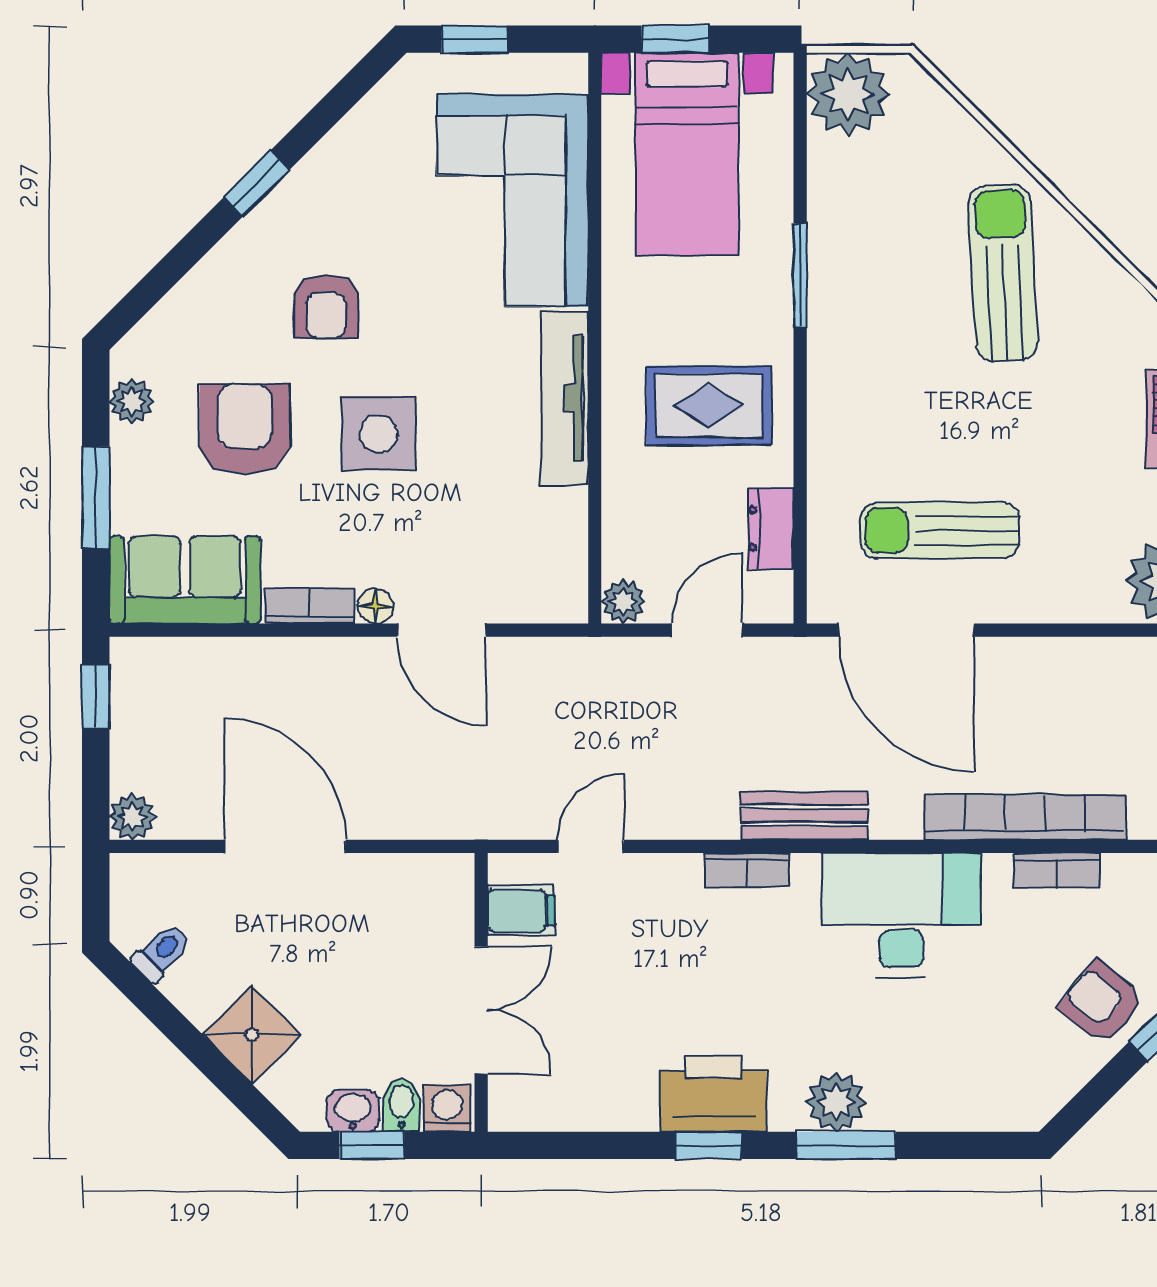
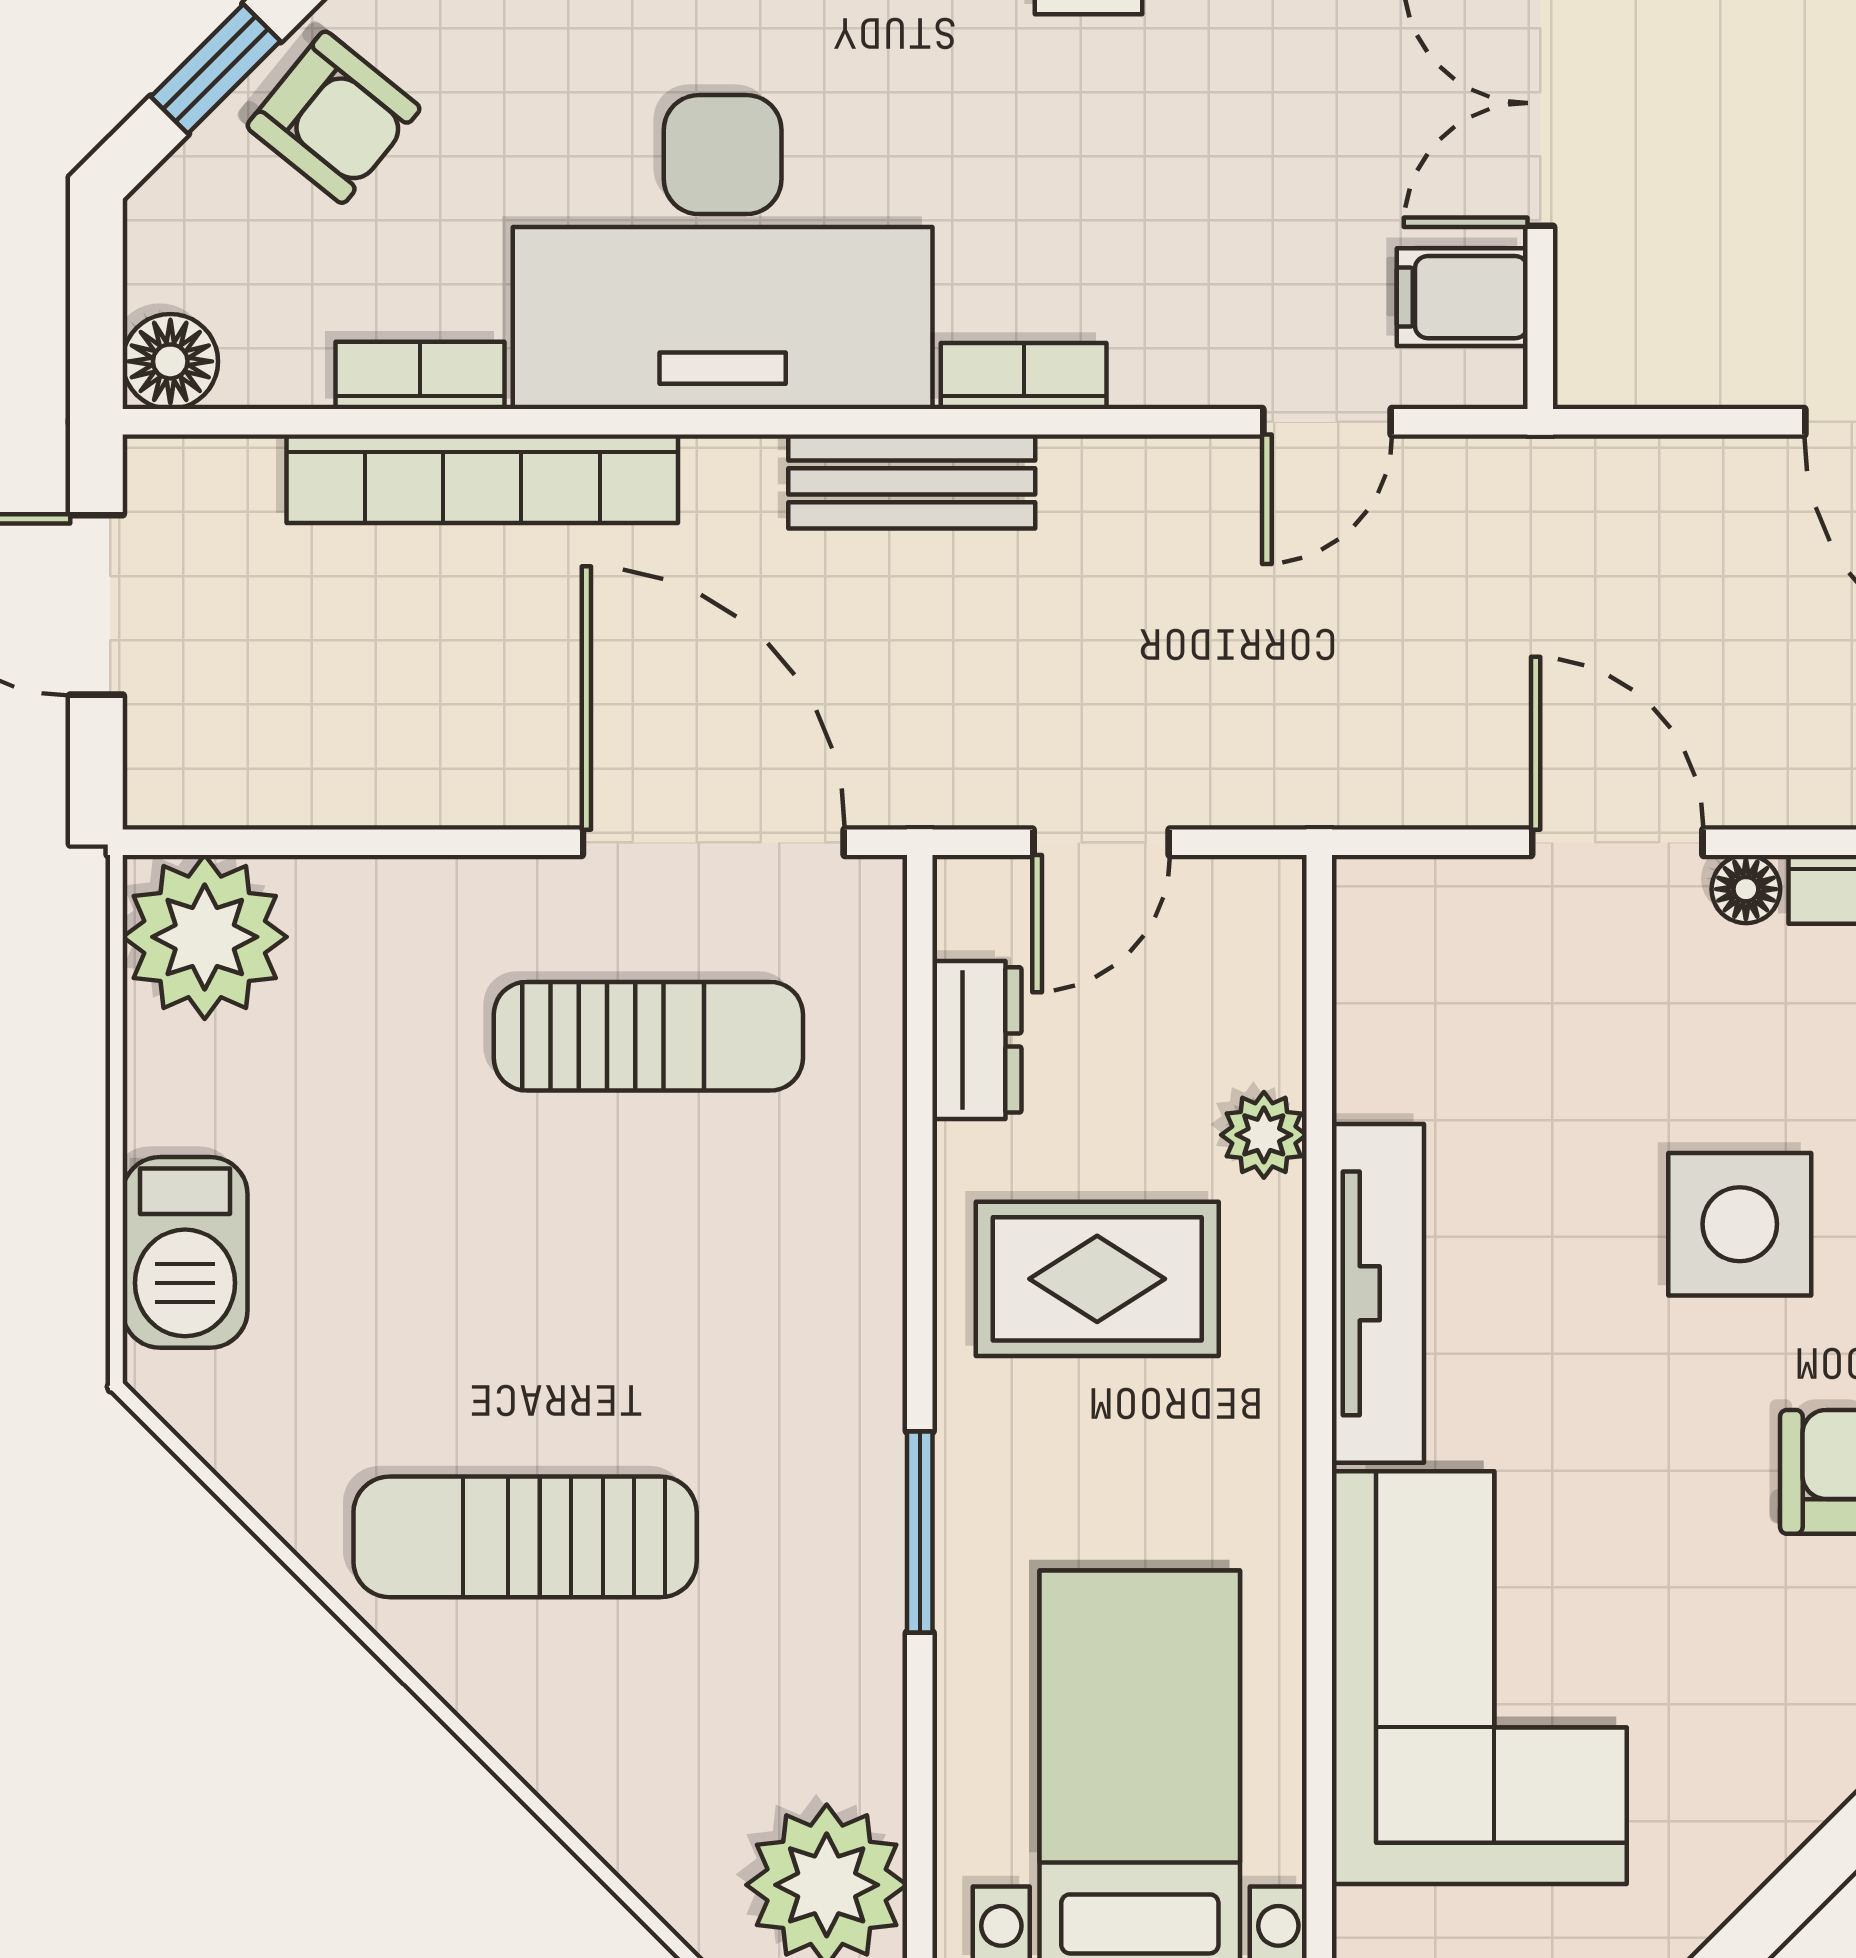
sun lounger: (1003, 273) -> (525, 1537), turned 93
plant: (623, 602) -> (1264, 1135), moved
desk: (902, 915) -> (723, 252), width x1.36, depth x1.30

